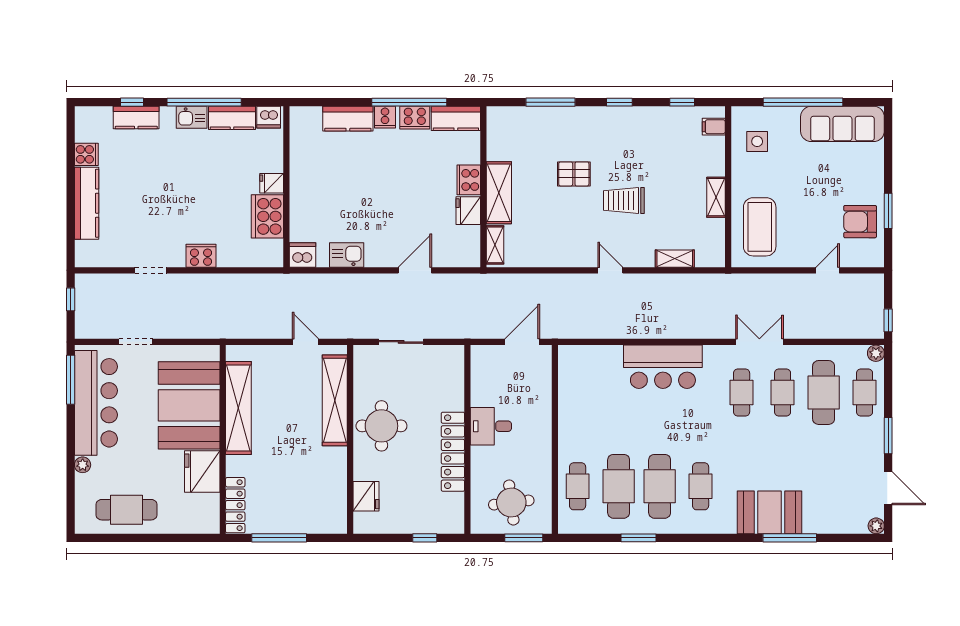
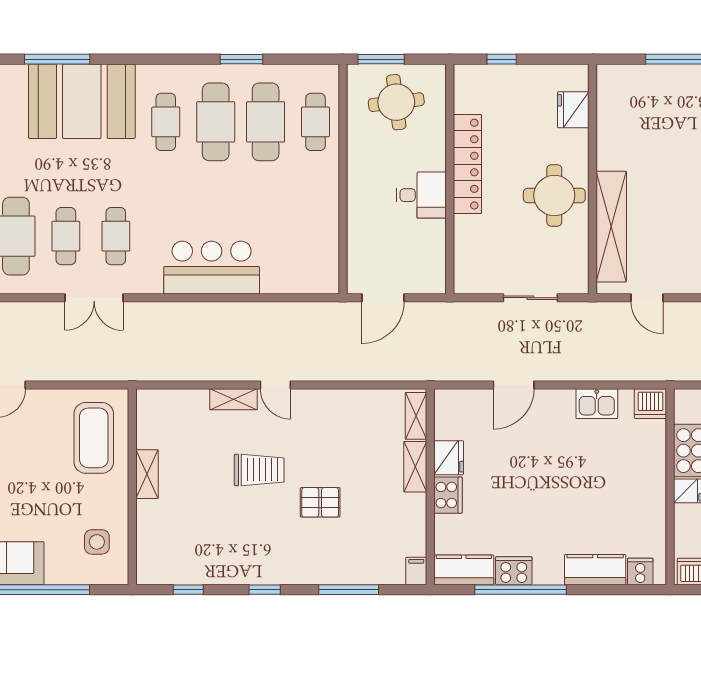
cooker: (385, 117) -> (640, 571), moved
filing cabinet: (714, 127) -> (416, 571), moved, turned -90
shelving: (499, 193) -> (415, 467), width x0.67, depth x0.75
shelving: (675, 259) -> (233, 399), moved
booth: (769, 512) -> (82, 101), width x1.36, depth x1.42

